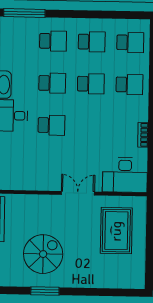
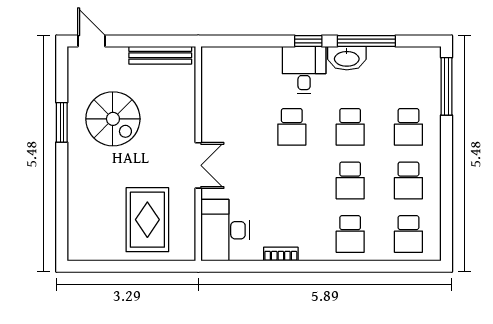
rug: (116, 231) -> (147, 220), turned 90

